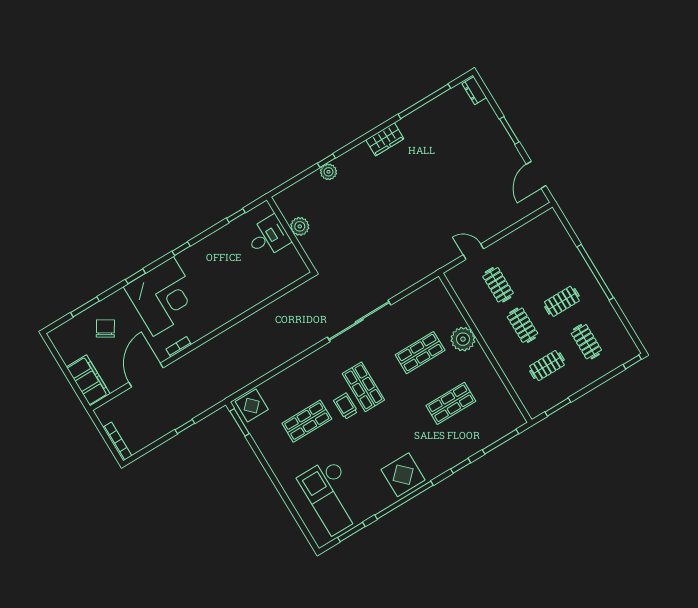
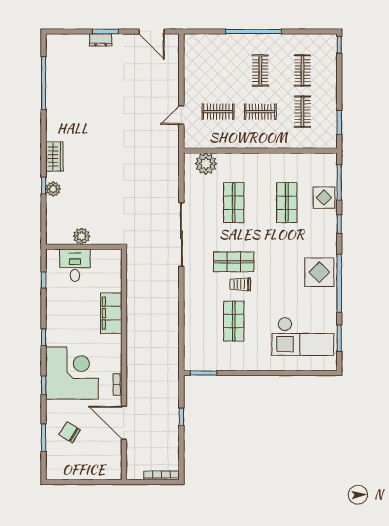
dresser: (474, 91) -> (101, 40), moved
wardrobe: (385, 139) -> (54, 156), moved
plant: (463, 339) -> (206, 164), moved
clothes rail: (586, 342) -> (302, 70), turned 90
filing cabinet: (88, 380) -> (111, 313), moved, turned -90
display table: (252, 406) -> (324, 198), moved

